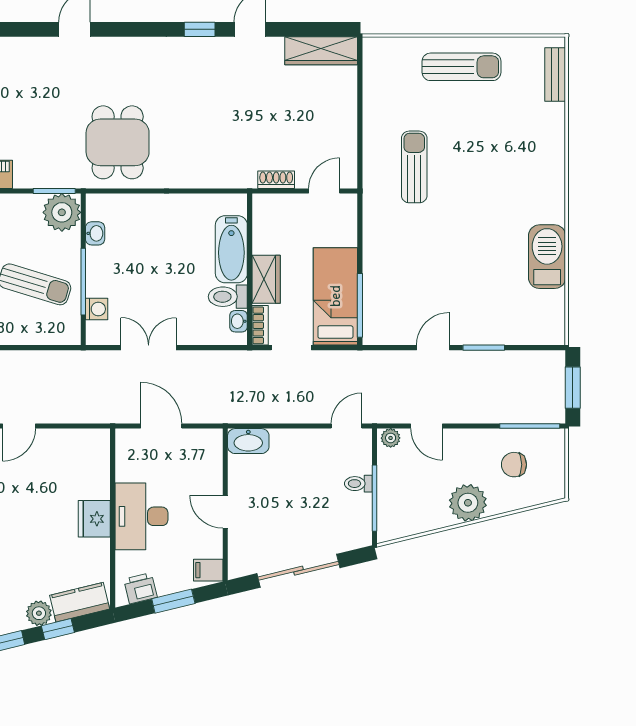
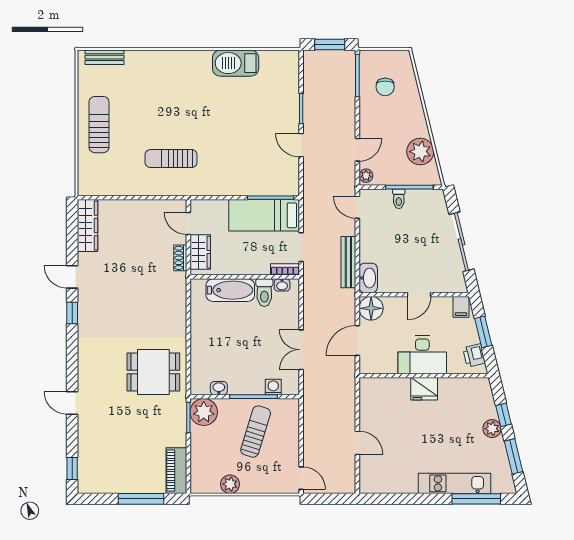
wardrobe: (266, 279) -> (200, 252), moved, turned 90
bench: (270, 414) -> (348, 262), added
floor lamp: (206, 445) -> (371, 308), added
plant: (468, 503) -> (420, 152), moved
kitchen counter: (80, 602) -> (484, 399), removed

